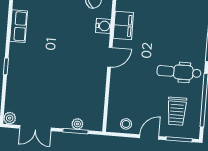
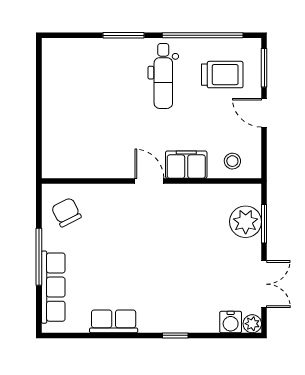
filing cabinet: (123, 25) -> (186, 165), moved
water cooler: (103, 26) -> (231, 322), moved, turned 180
plant: (77, 124) -> (246, 222), width x1.88, depth x1.88
stool: (126, 124) -> (232, 161), moved

